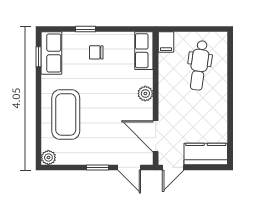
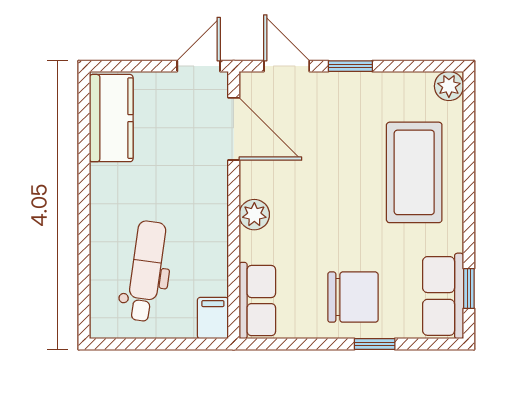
chair: (96, 52) -> (353, 297), width x1.87, depth x1.87
kitchen counter: (206, 154) -> (111, 118), moved, turned -90

